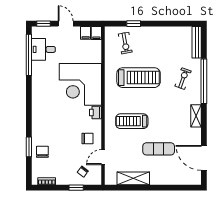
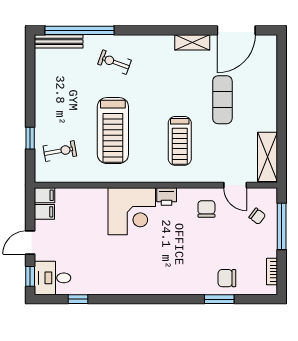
desk: (43, 49) -> (52, 278), moved, turned 90
window: (29, 55) -> (78, 299), width x0.32
treadmill: (139, 78) -> (113, 131), turned 180
window: (204, 81) -> (79, 30), moved
corner desk: (80, 84) -> (132, 211), width x0.74, depth x0.74
shelving: (196, 116) -> (192, 42), moved
shelving: (133, 178) -> (268, 157), moved
window: (76, 188) -> (282, 226), width x2.17

